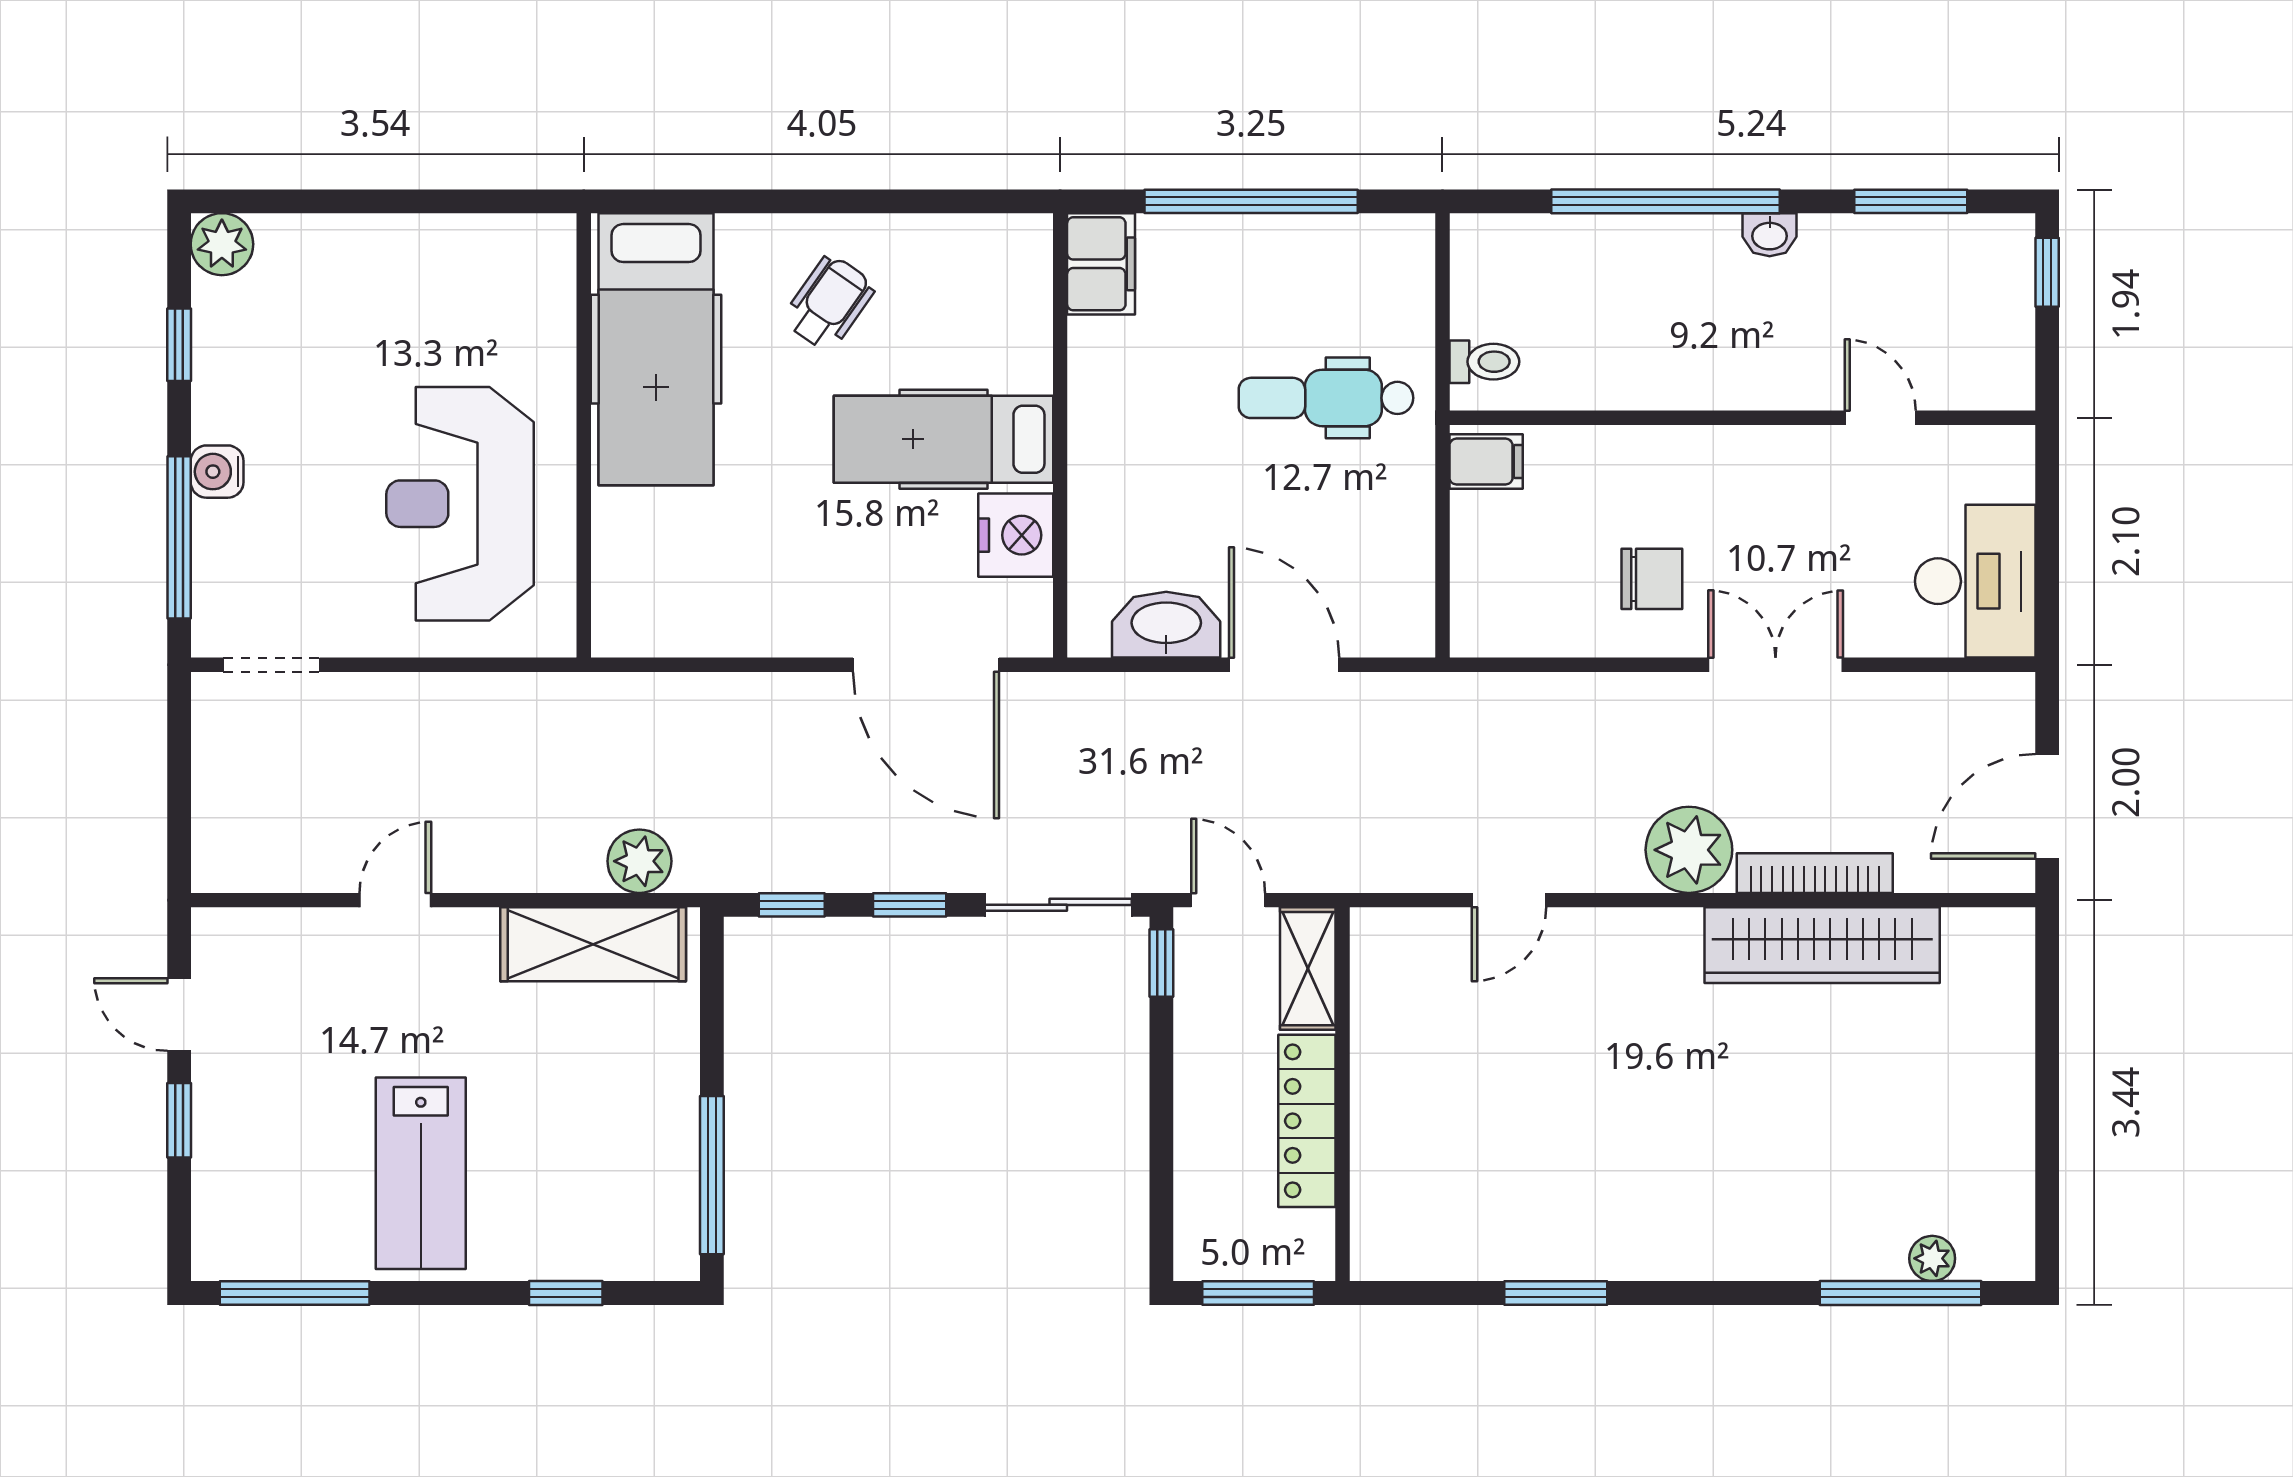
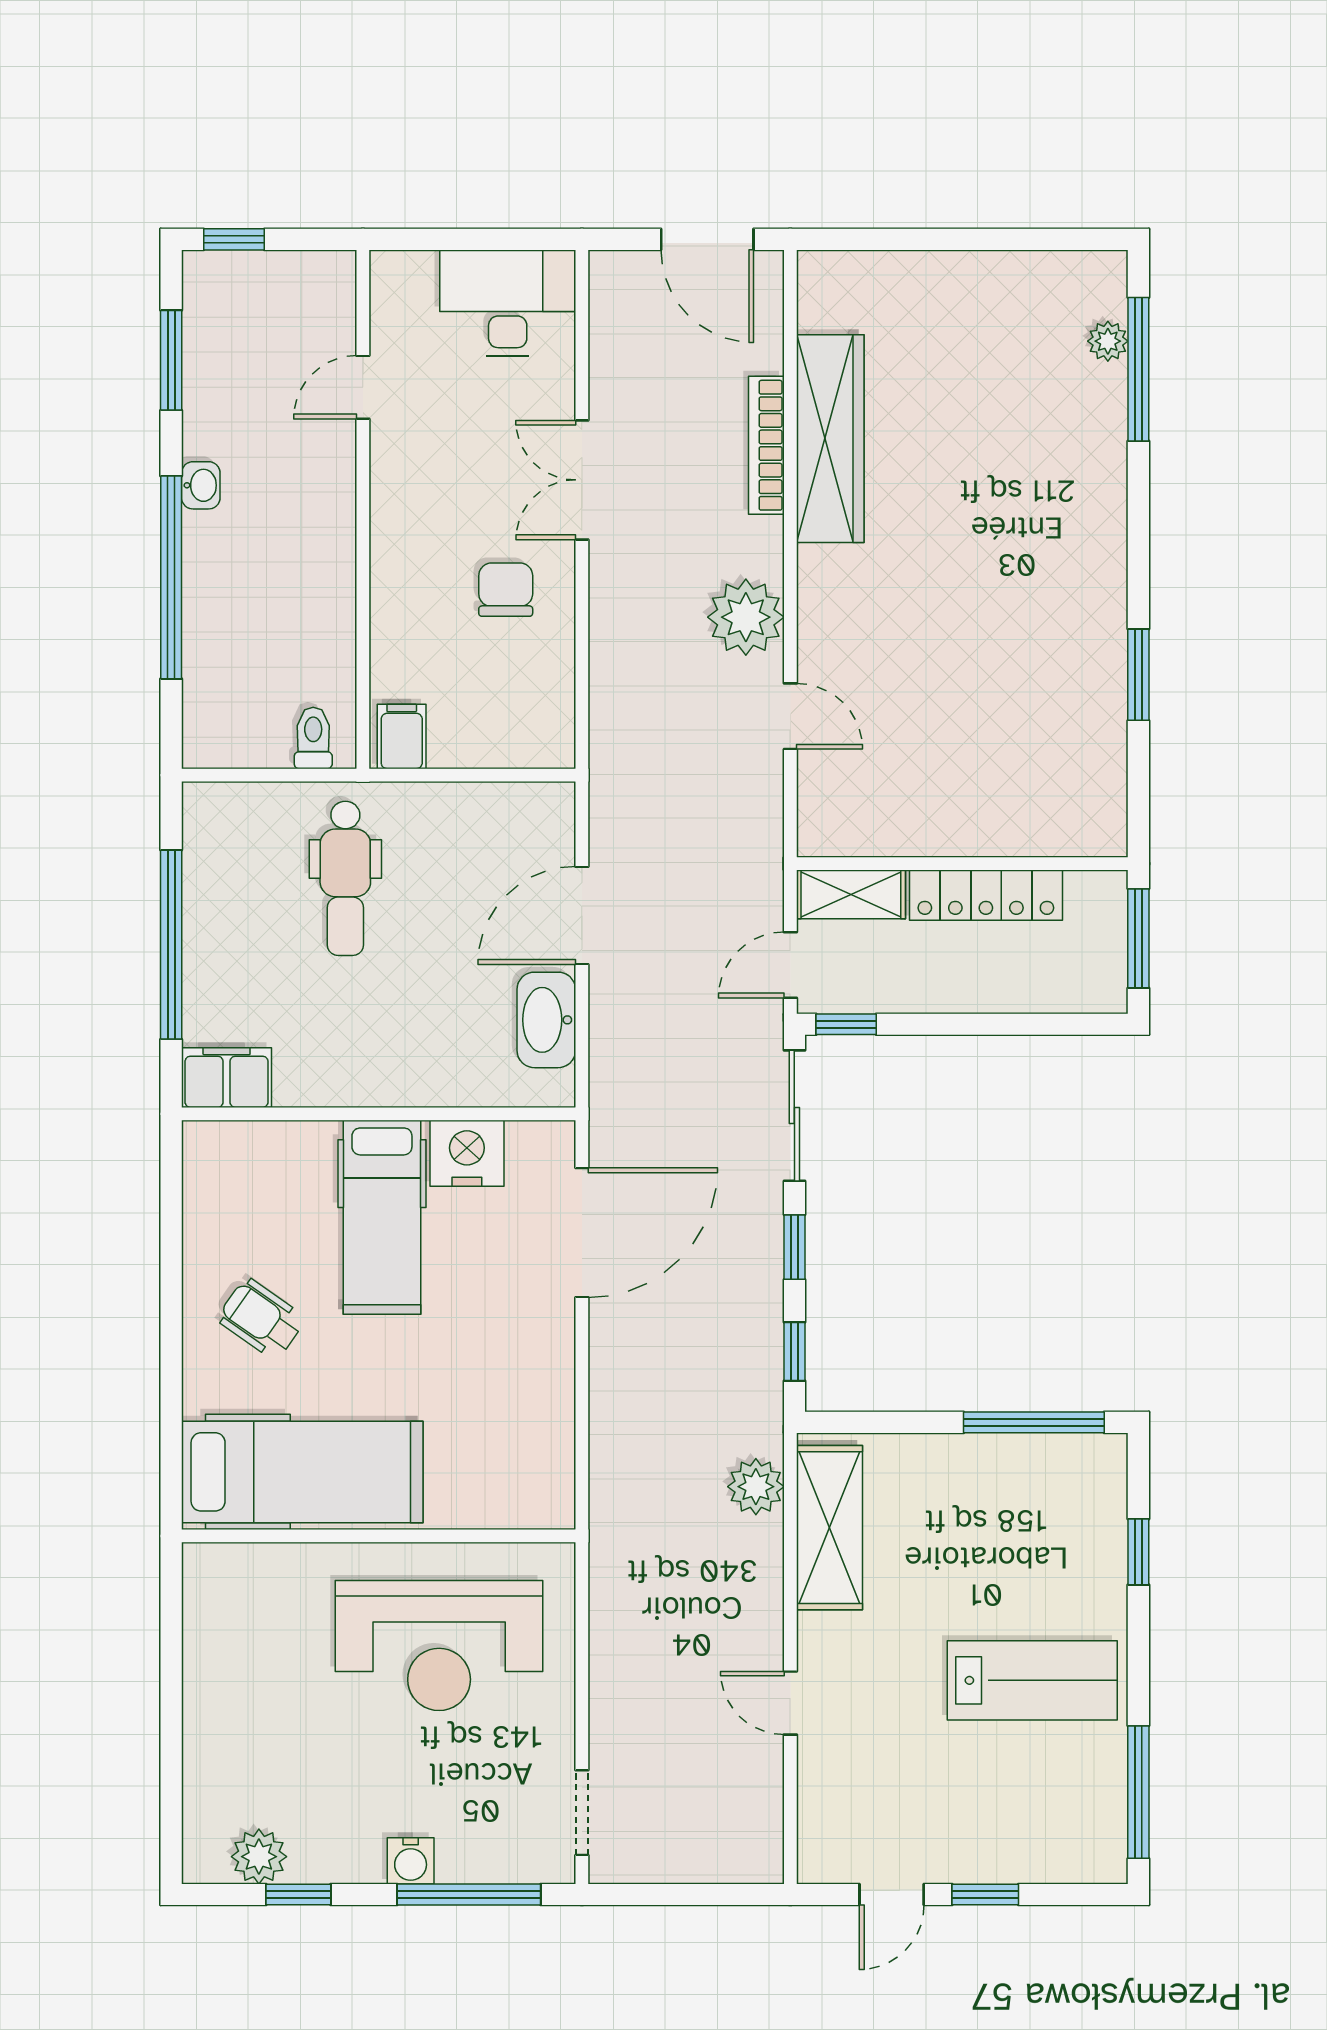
plant: (222, 244) -> (259, 1857), moved
plant: (1689, 850) -> (746, 617), moved

